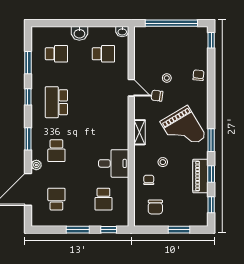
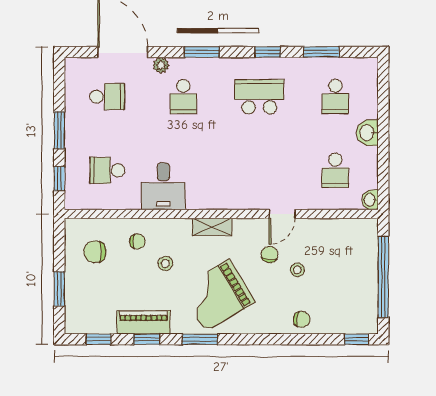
school desk: (56, 151) -> (183, 97), turned -90

